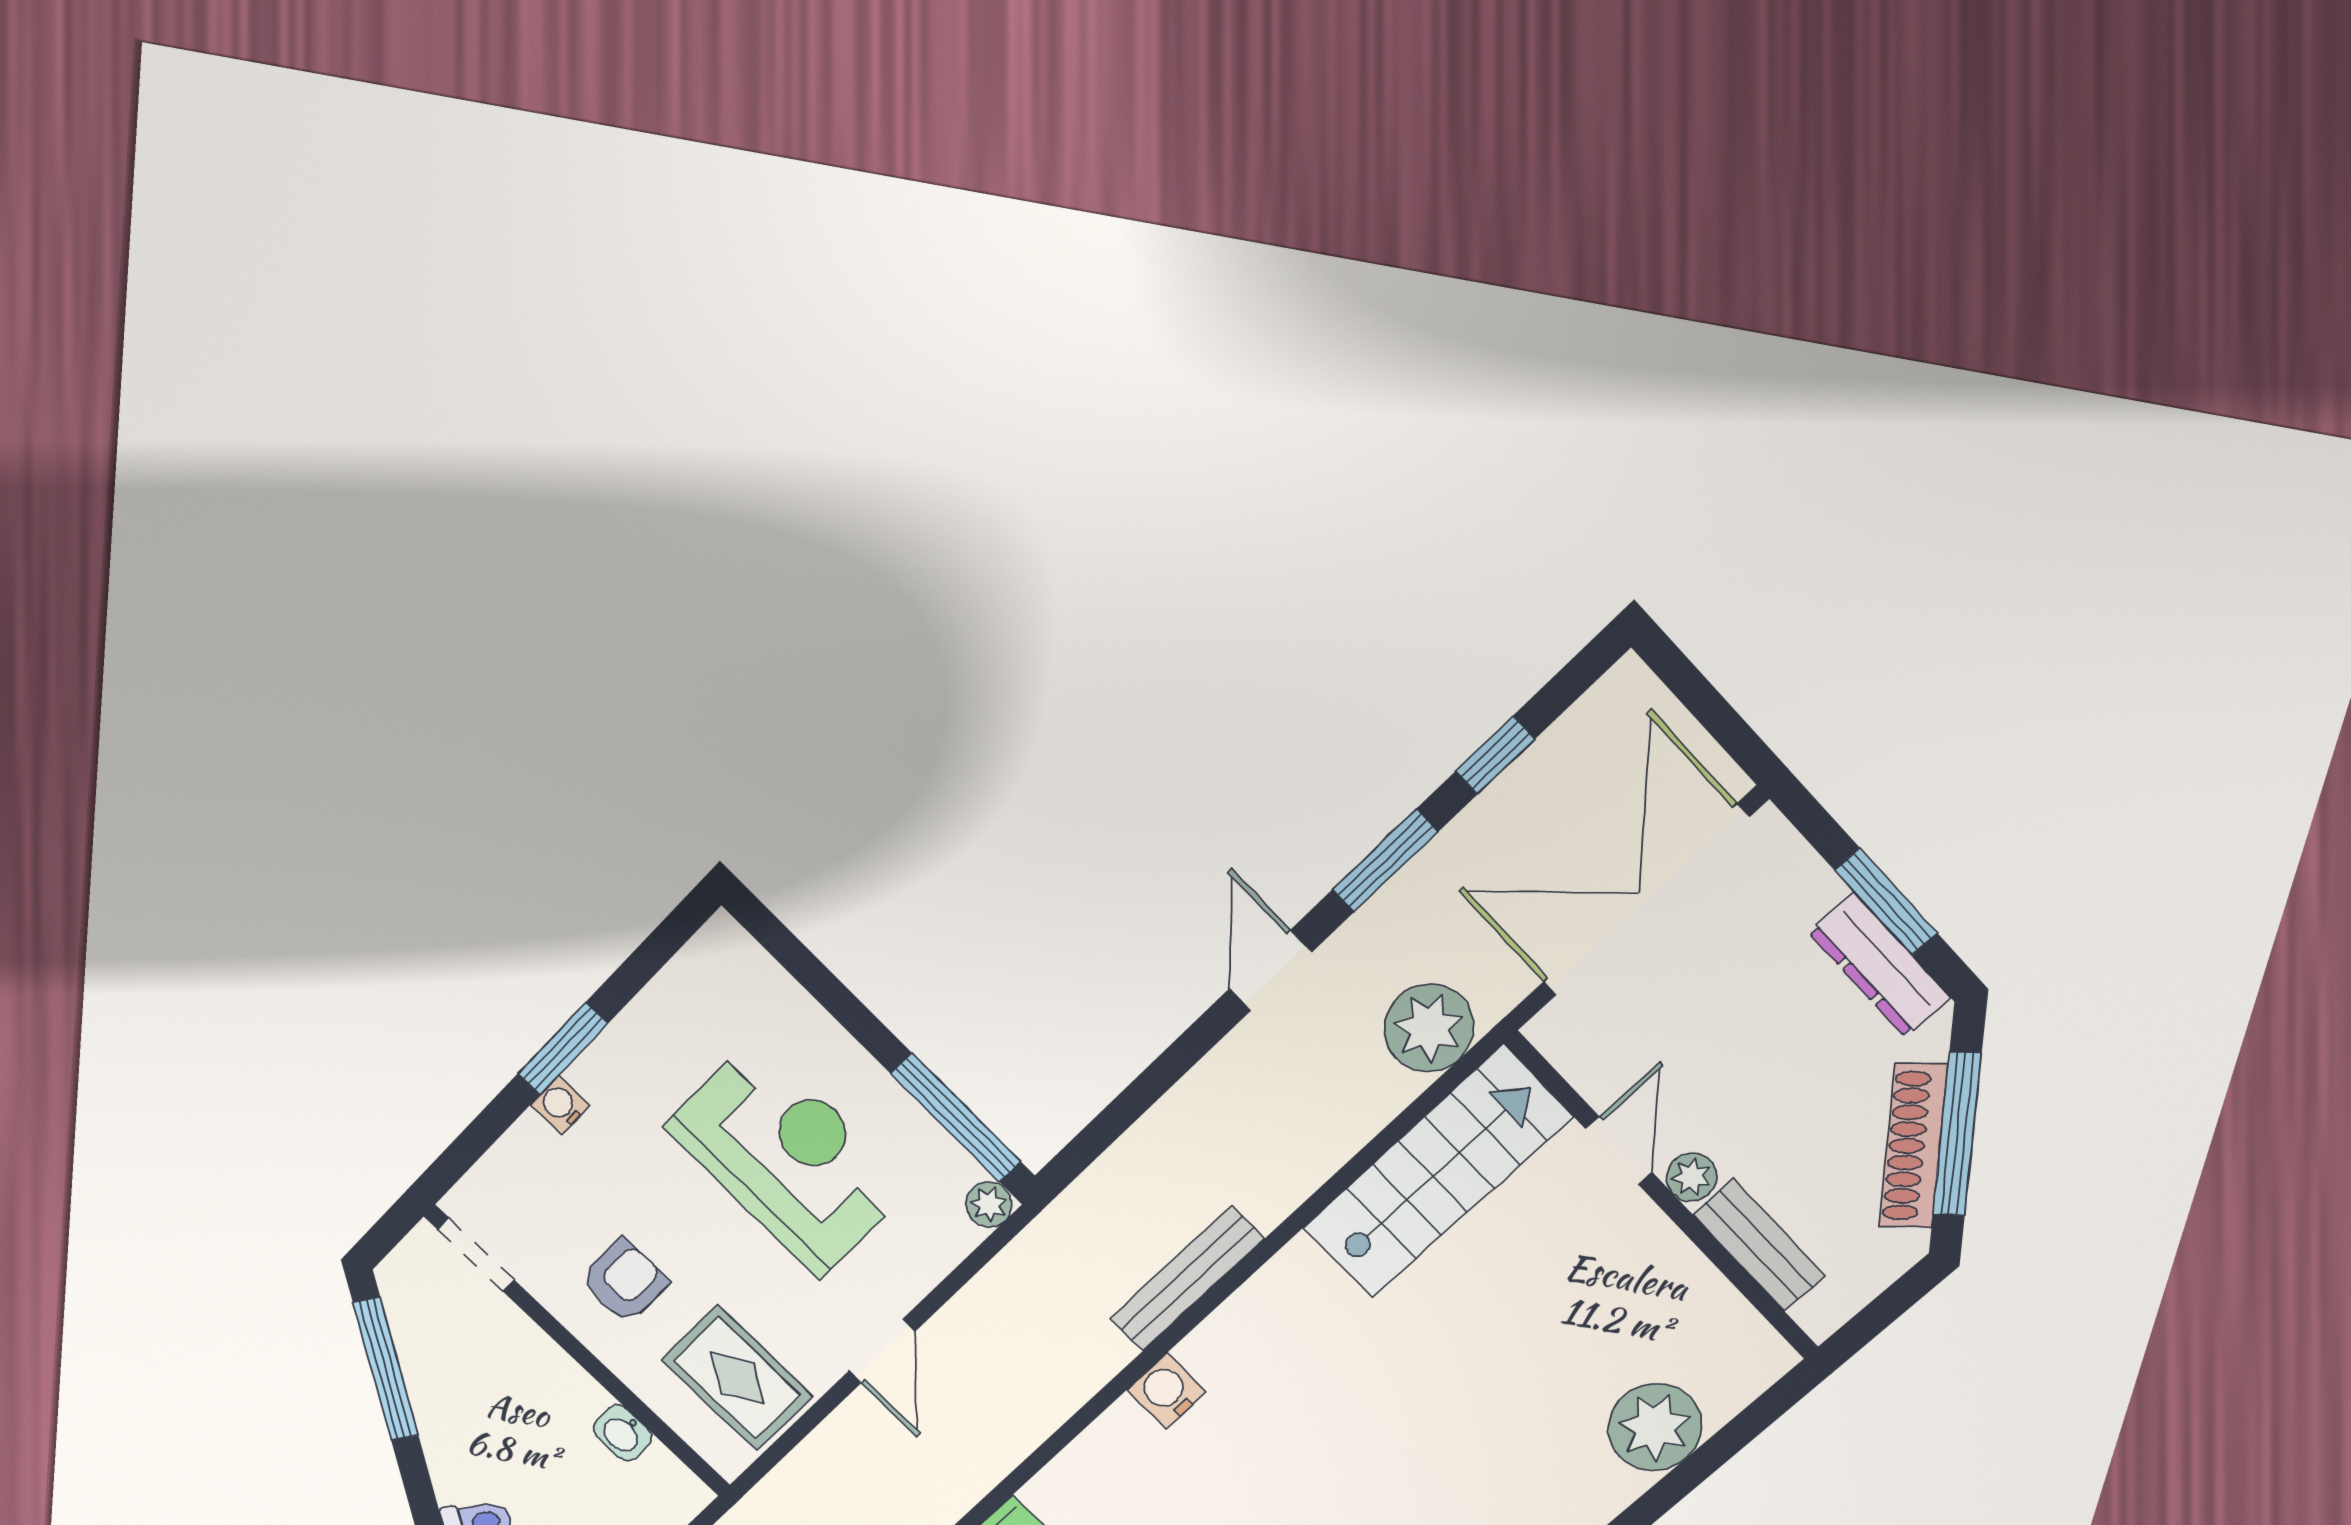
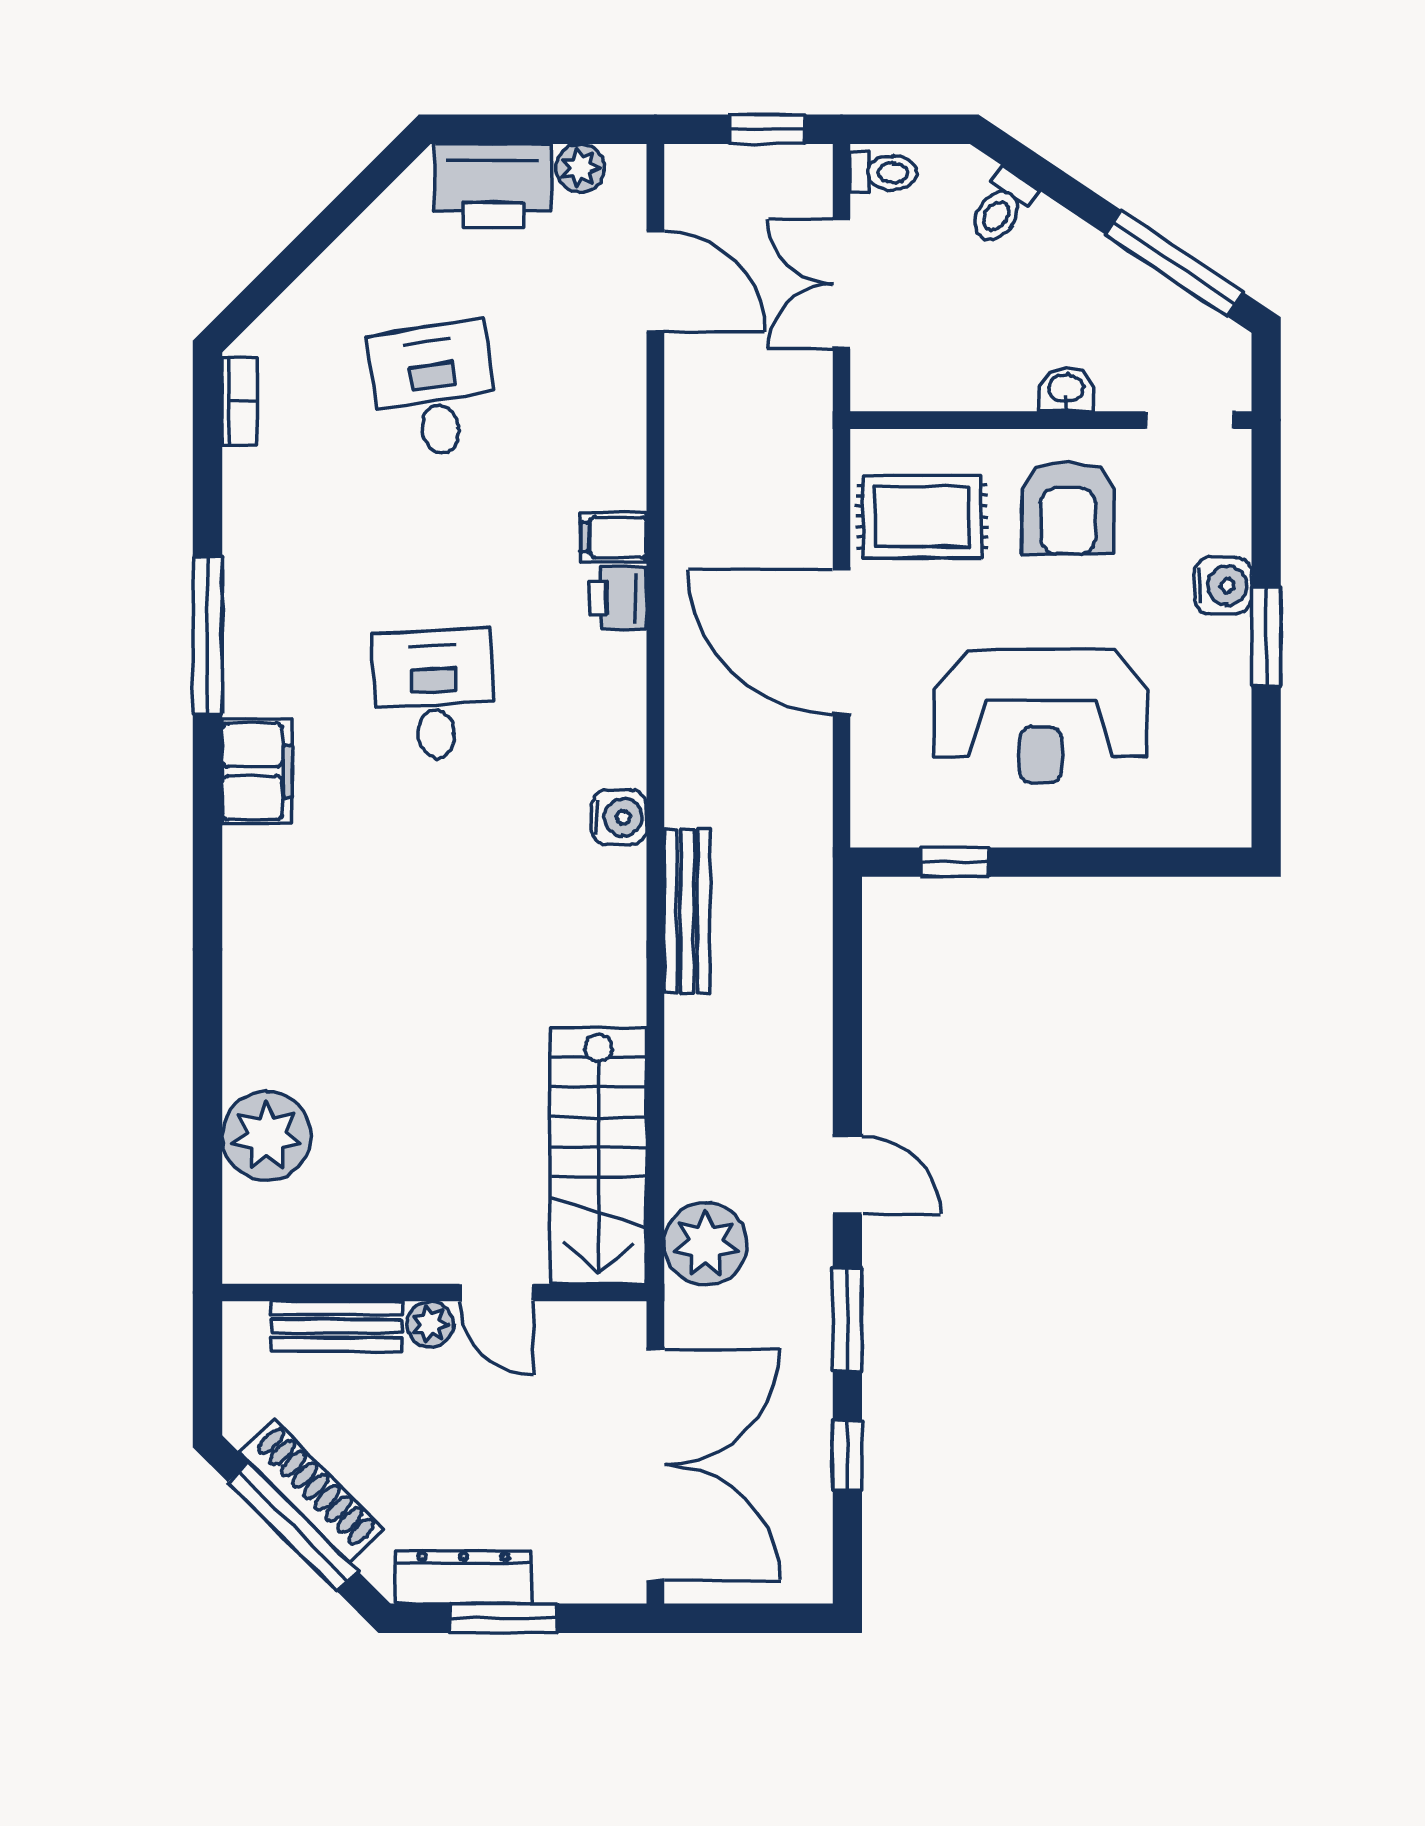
water cooler: (560, 1105) -> (1223, 586), width x1.38, depth x1.38
window: (956, 1118) -> (955, 862), width x0.46
plant: (989, 1205) -> (872, 824), removed
armchair: (624, 1281) -> (1068, 508), width x1.38, depth x1.38
door: (882, 1351) -> (841, 642), width x1.87
washbasin: (622, 1433) -> (1066, 389), moved

